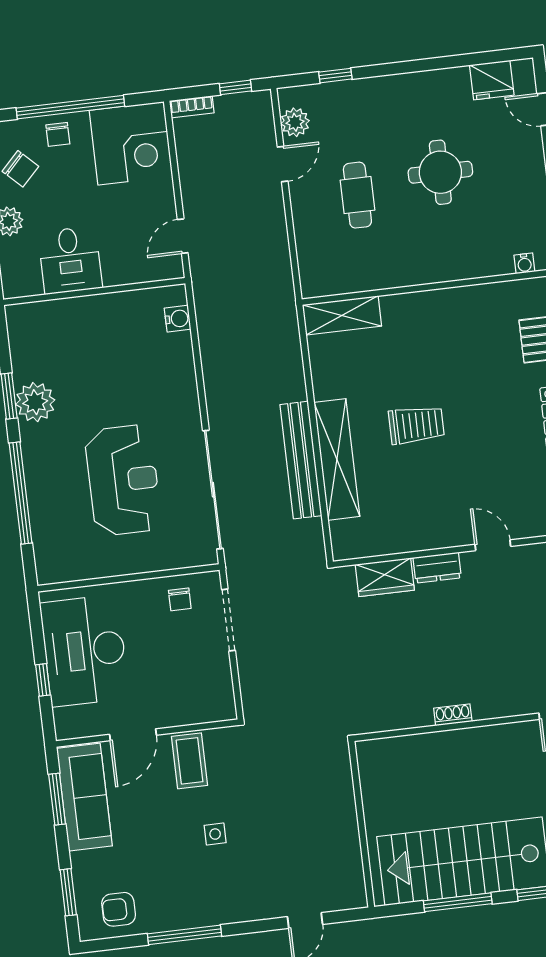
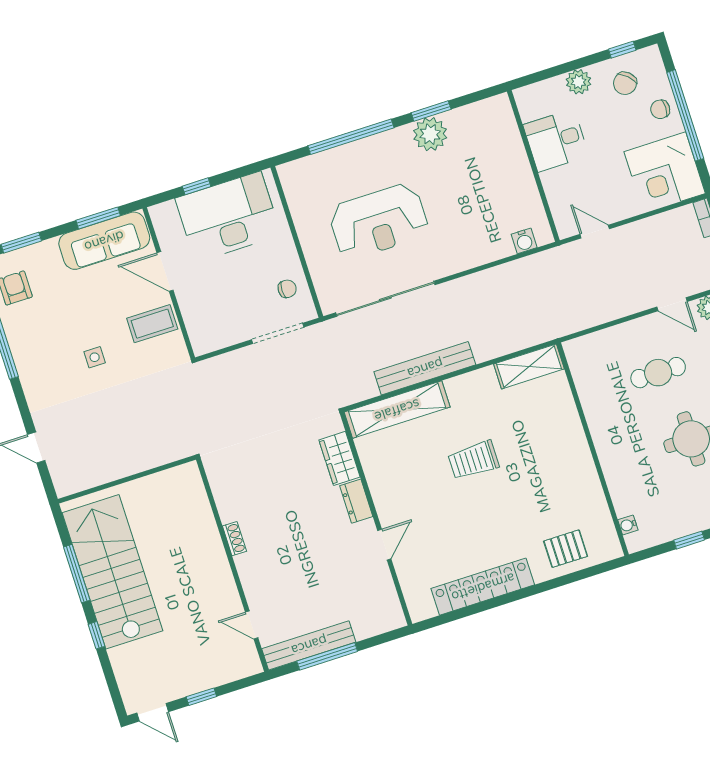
shelving: (342, 315) -> (529, 366), moved, turned 90
trolley: (416, 425) -> (474, 460), turned 90
shelving: (337, 459) -> (397, 410), moved
chair: (180, 599) -> (287, 289), turned 180

